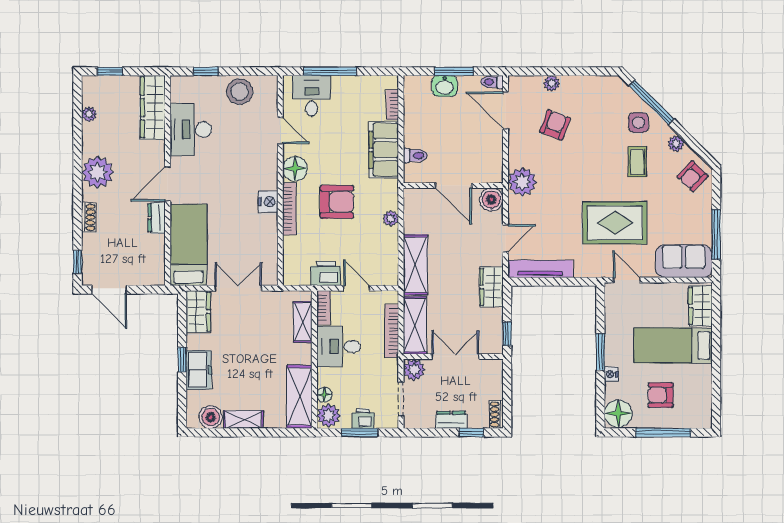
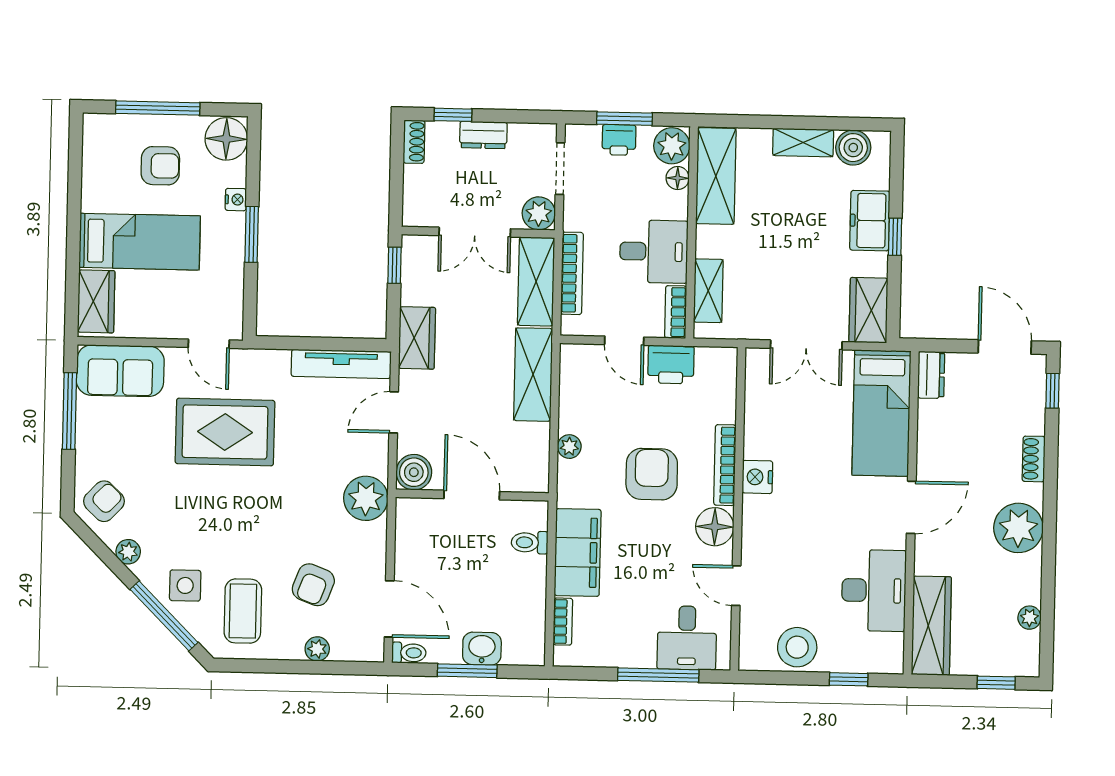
coffee table: (637, 162) -> (243, 611), moved, width x1.36, depth x1.30
armchair: (337, 202) -> (652, 474), turned 90
dresser: (157, 218) -> (931, 375), moved

